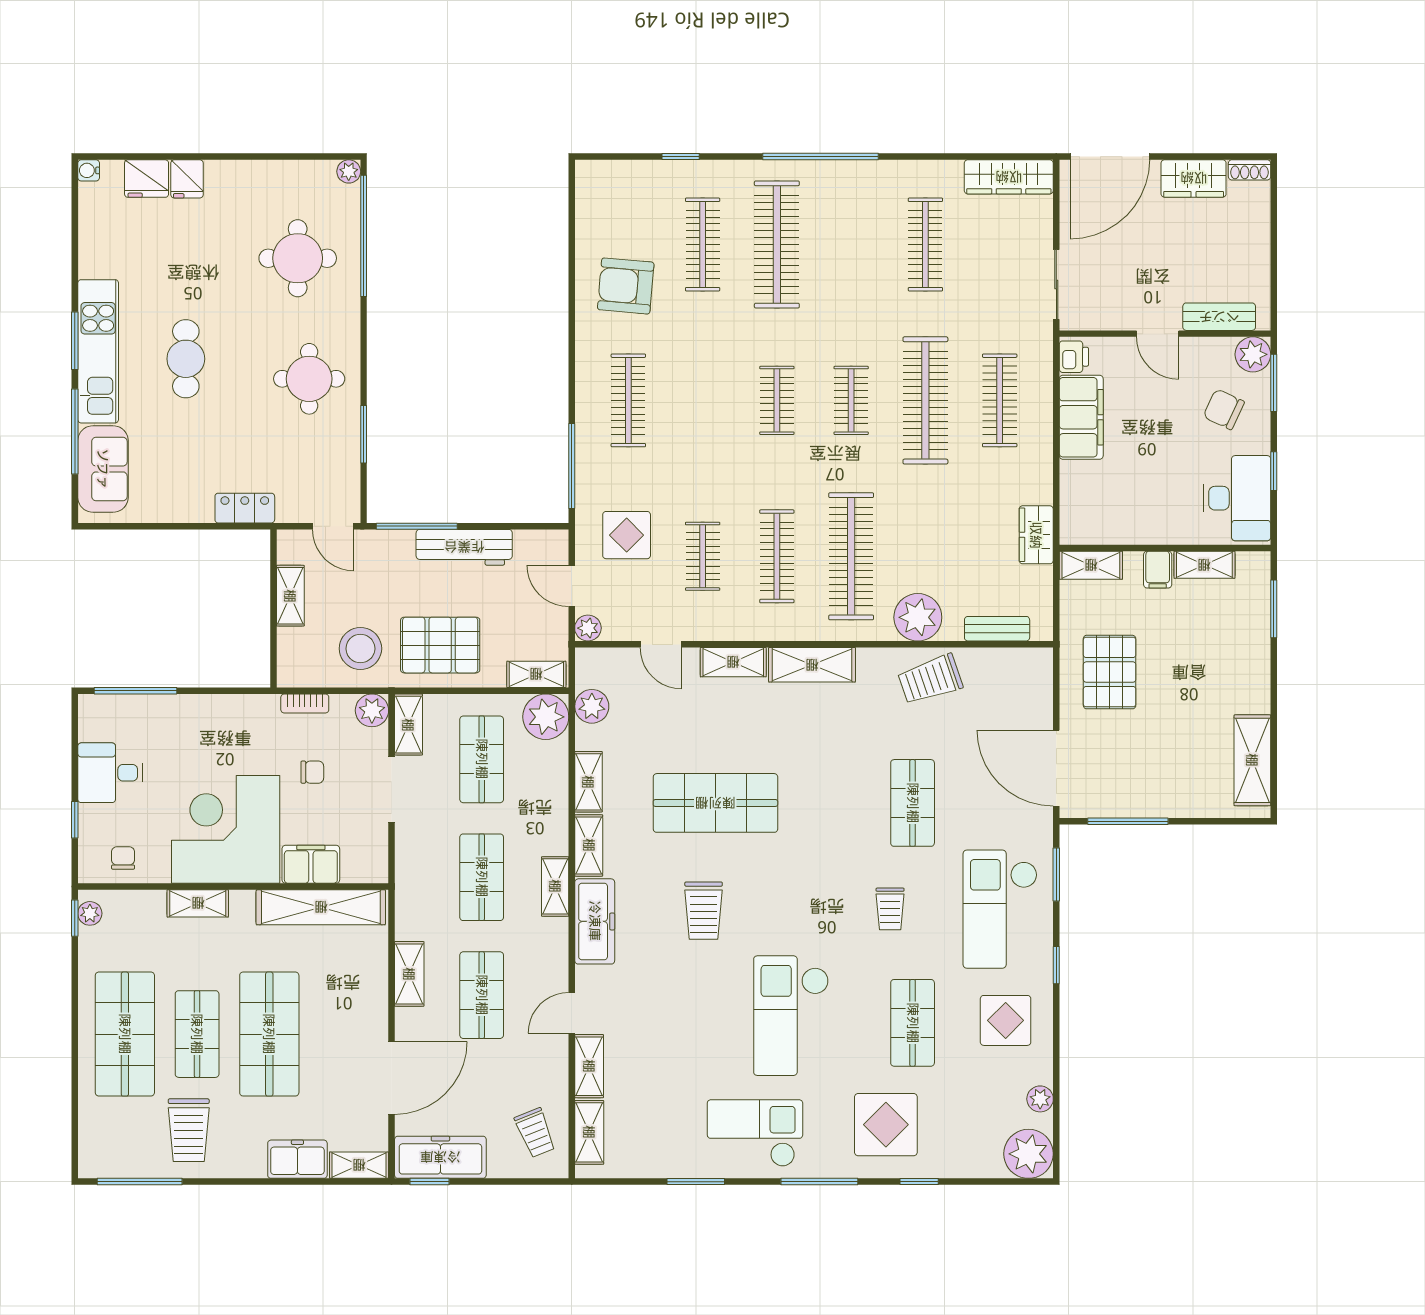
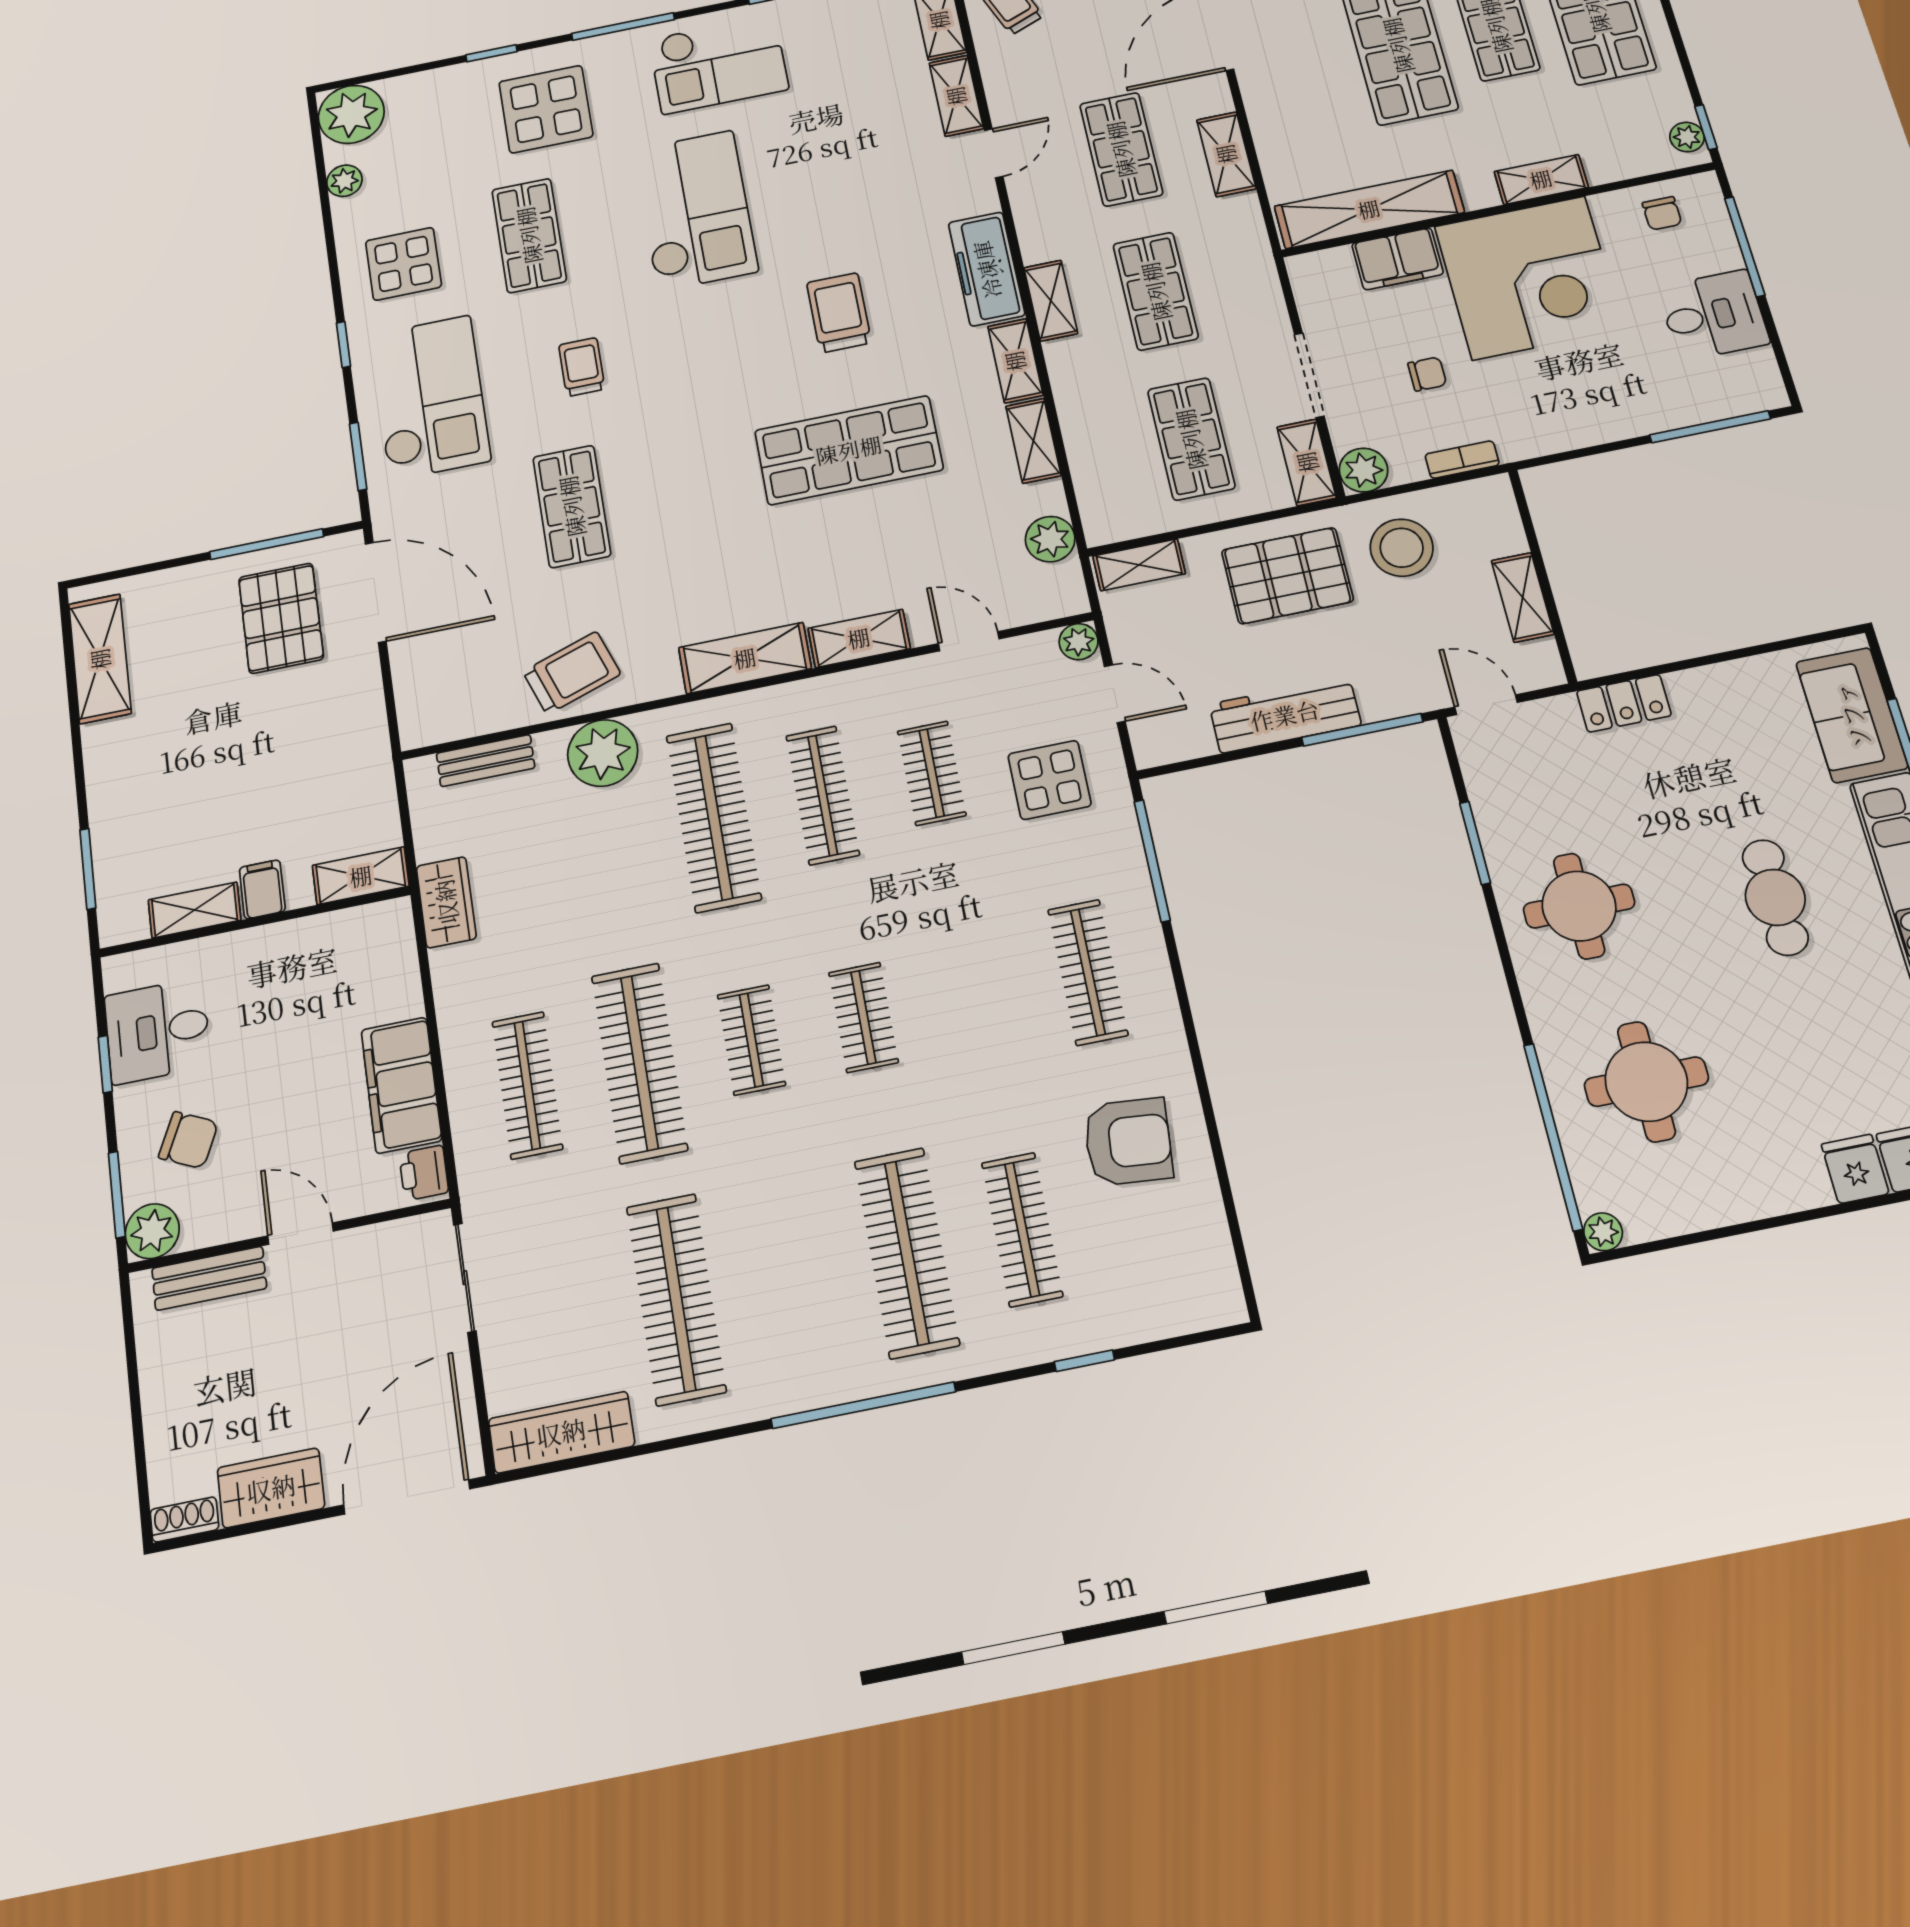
clothes rail: (925, 244) -> (676, 1299), width x1.37, depth x1.31
desk: (1237, 498) -> (158, 1031), width x0.73
pallet: (1110, 672) -> (281, 618), moved
plant: (546, 717) -> (1113, 512), removed
chair: (312, 772) -> (1427, 374), turned 180
window: (75, 820) -> (1745, 247), width x2.17

